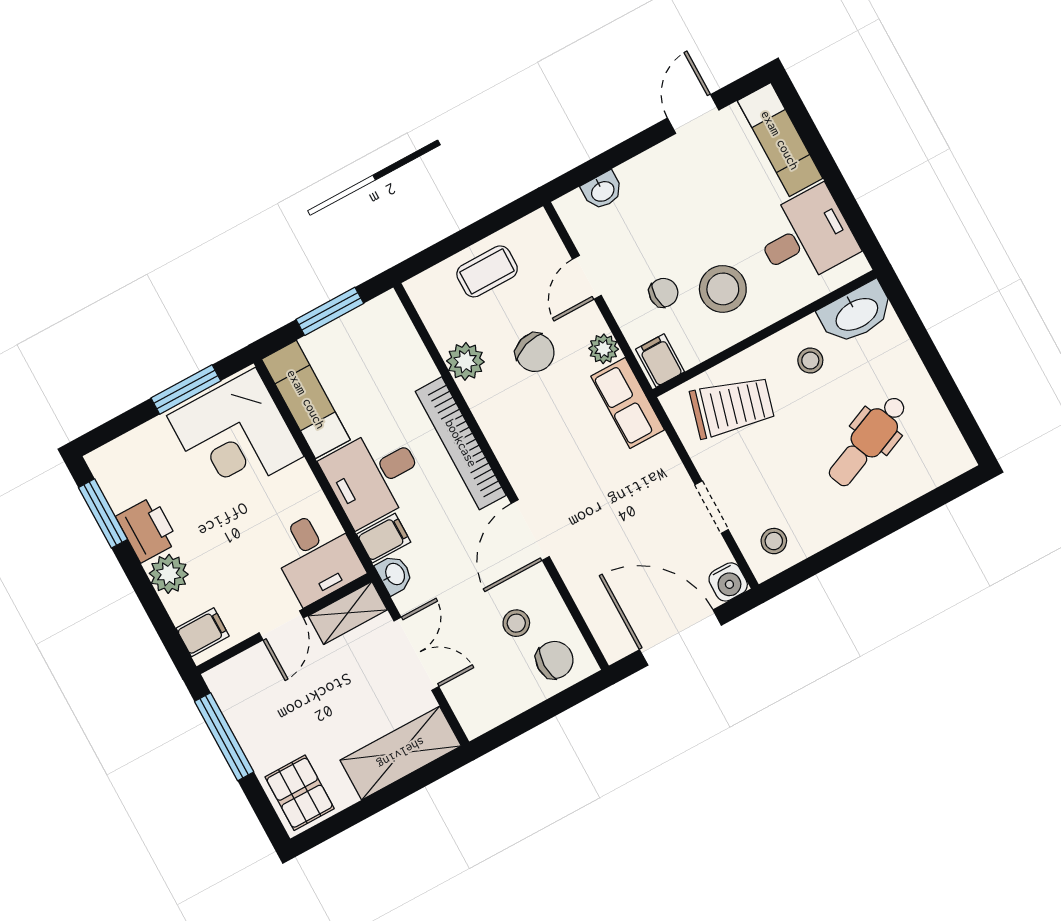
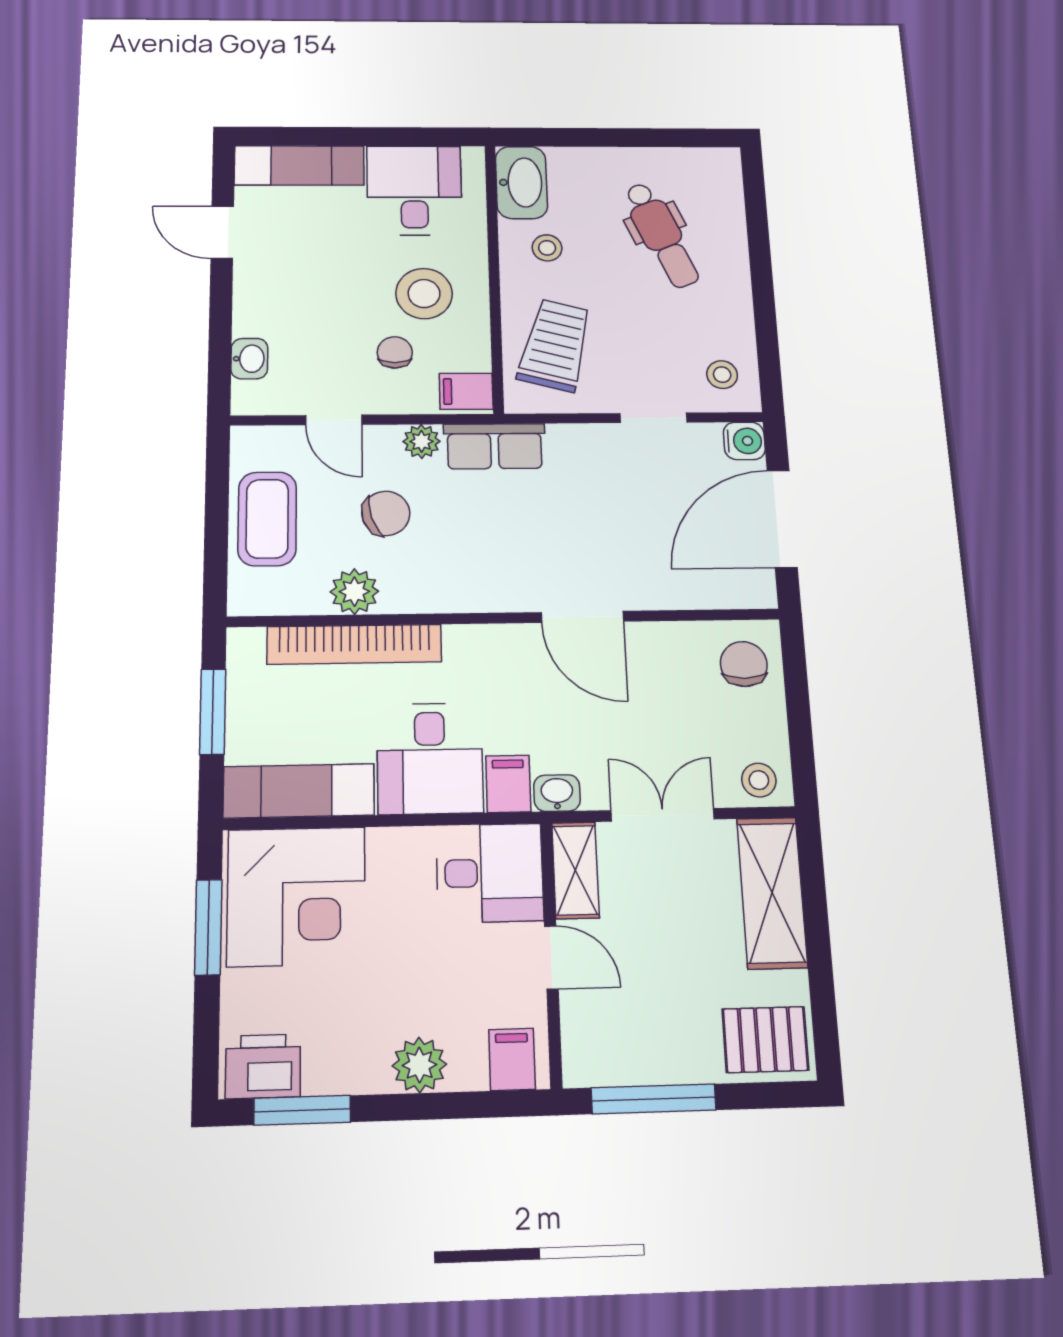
coffee table: (487, 271) -> (267, 519), width x1.36, depth x1.30
bookcase: (461, 443) -> (354, 644), moved
printer: (147, 529) -> (263, 1066), moved
stool: (516, 623) -> (759, 780), moved

